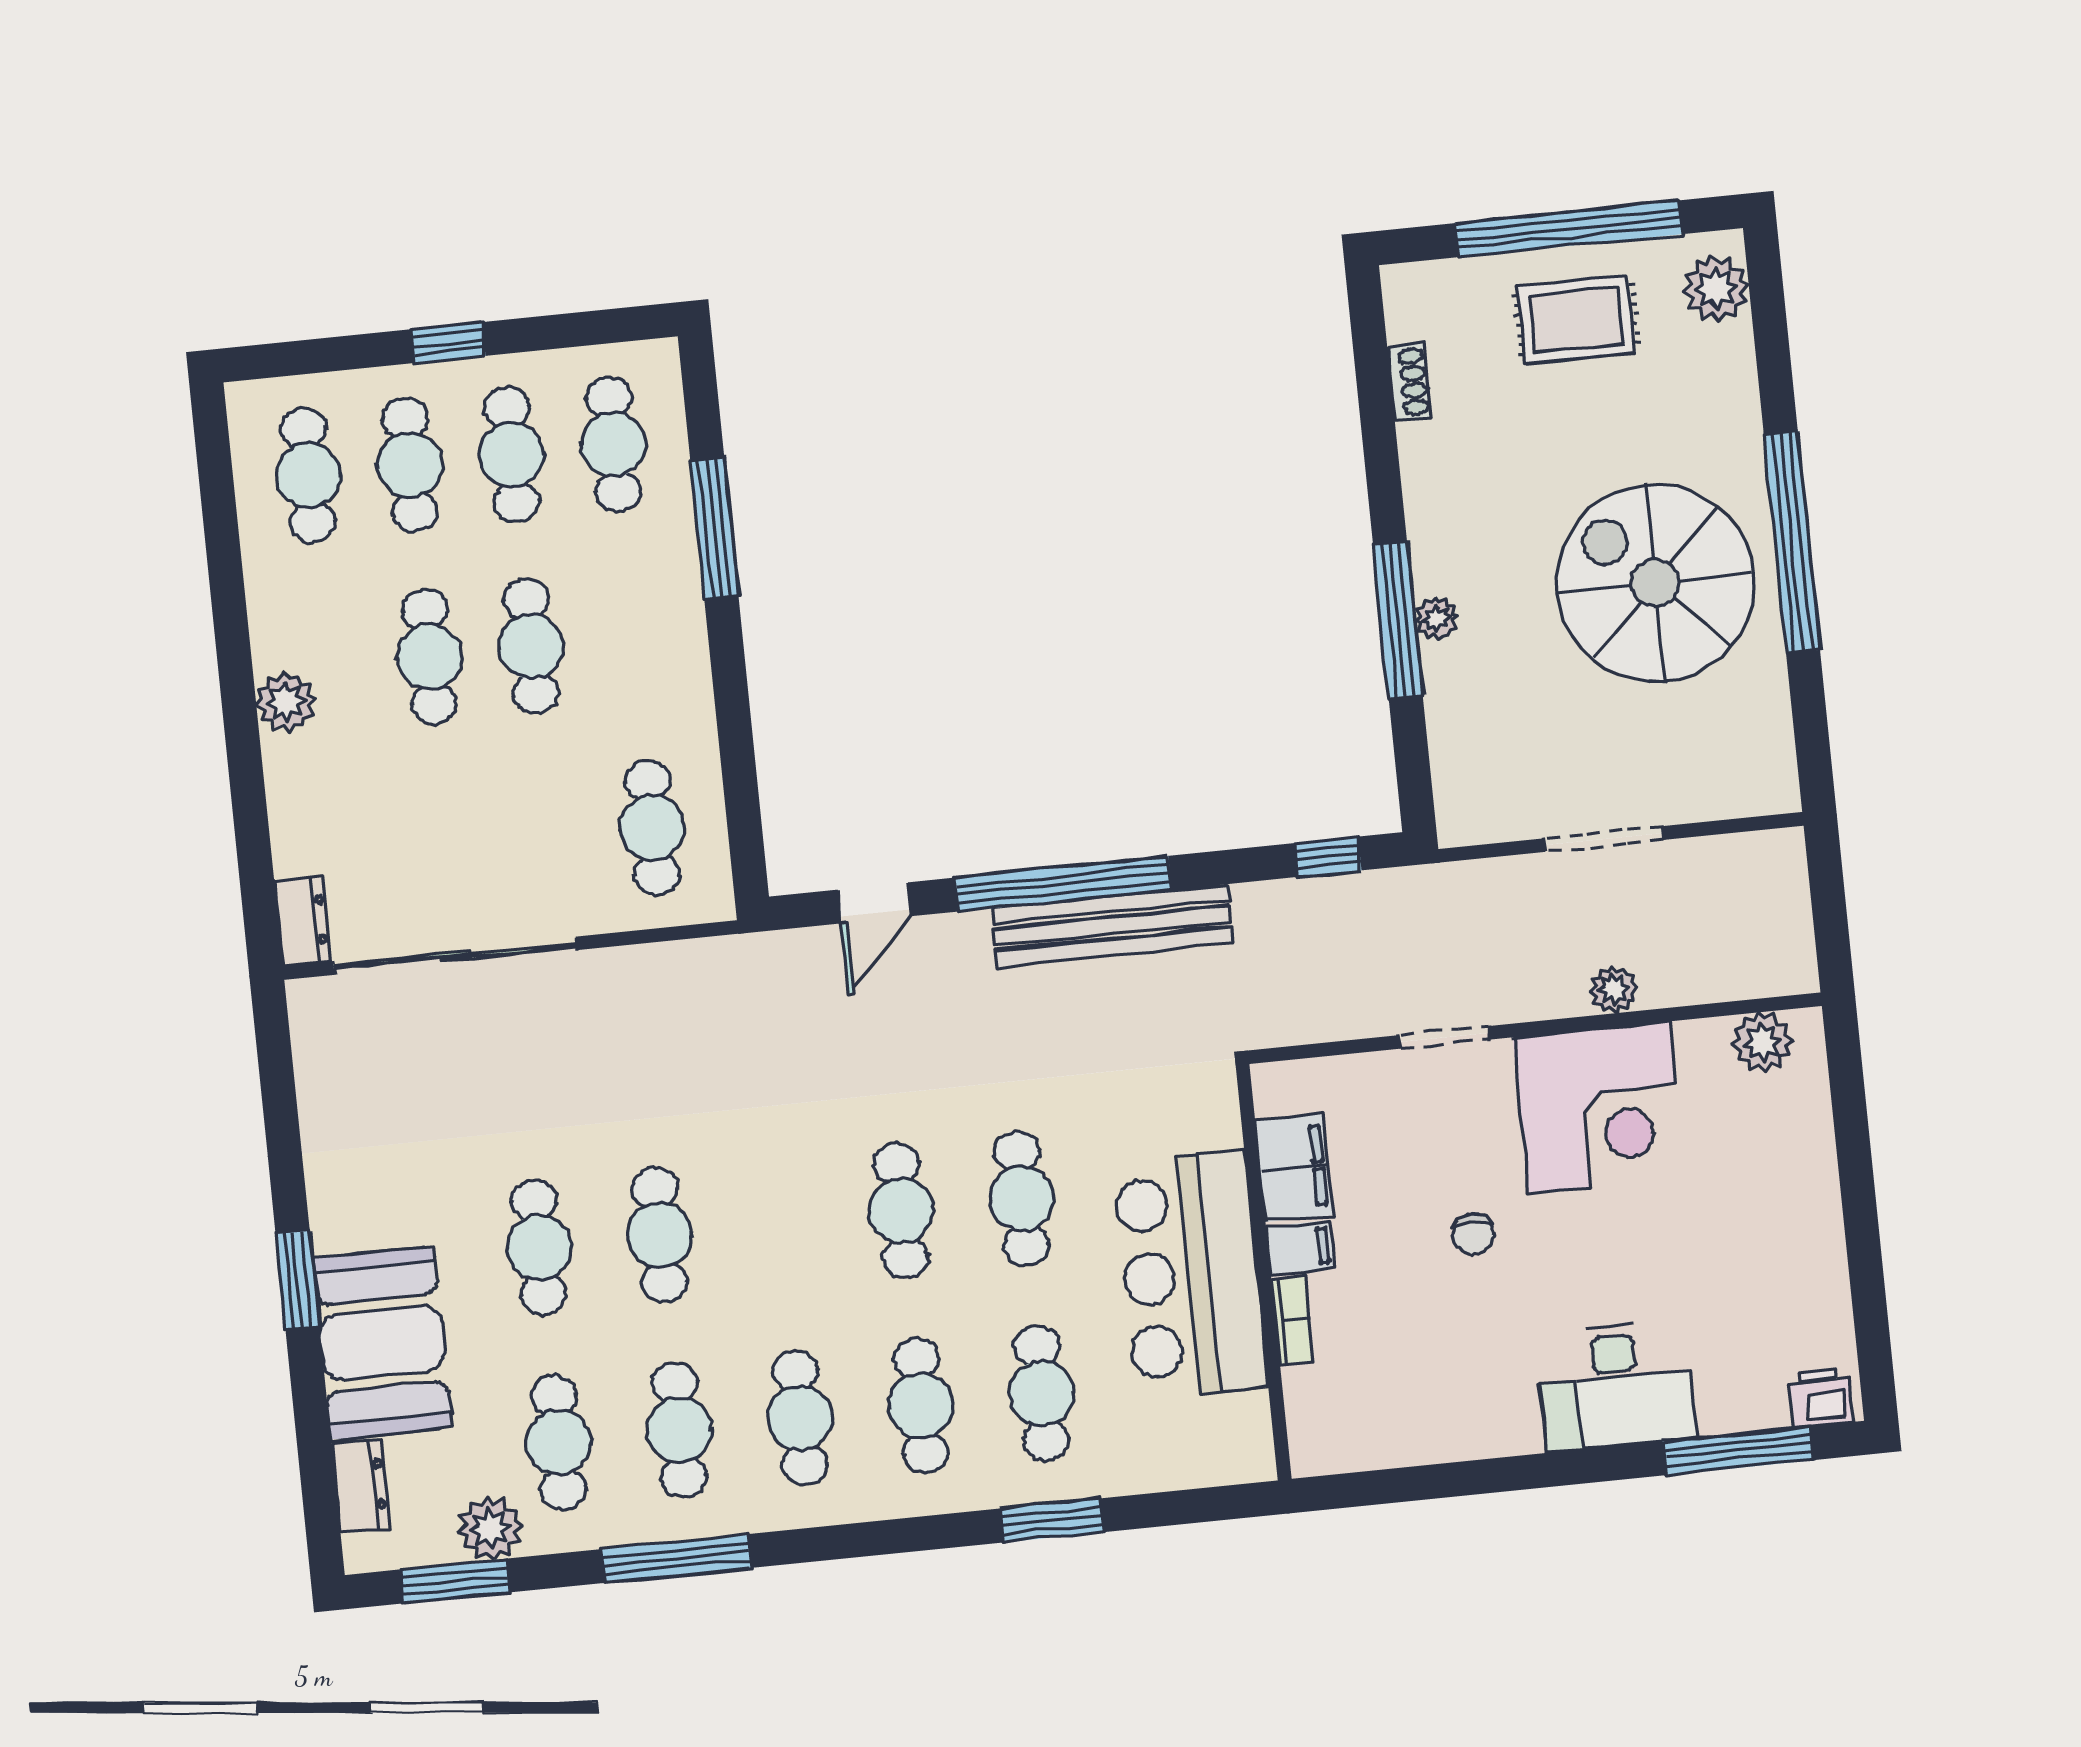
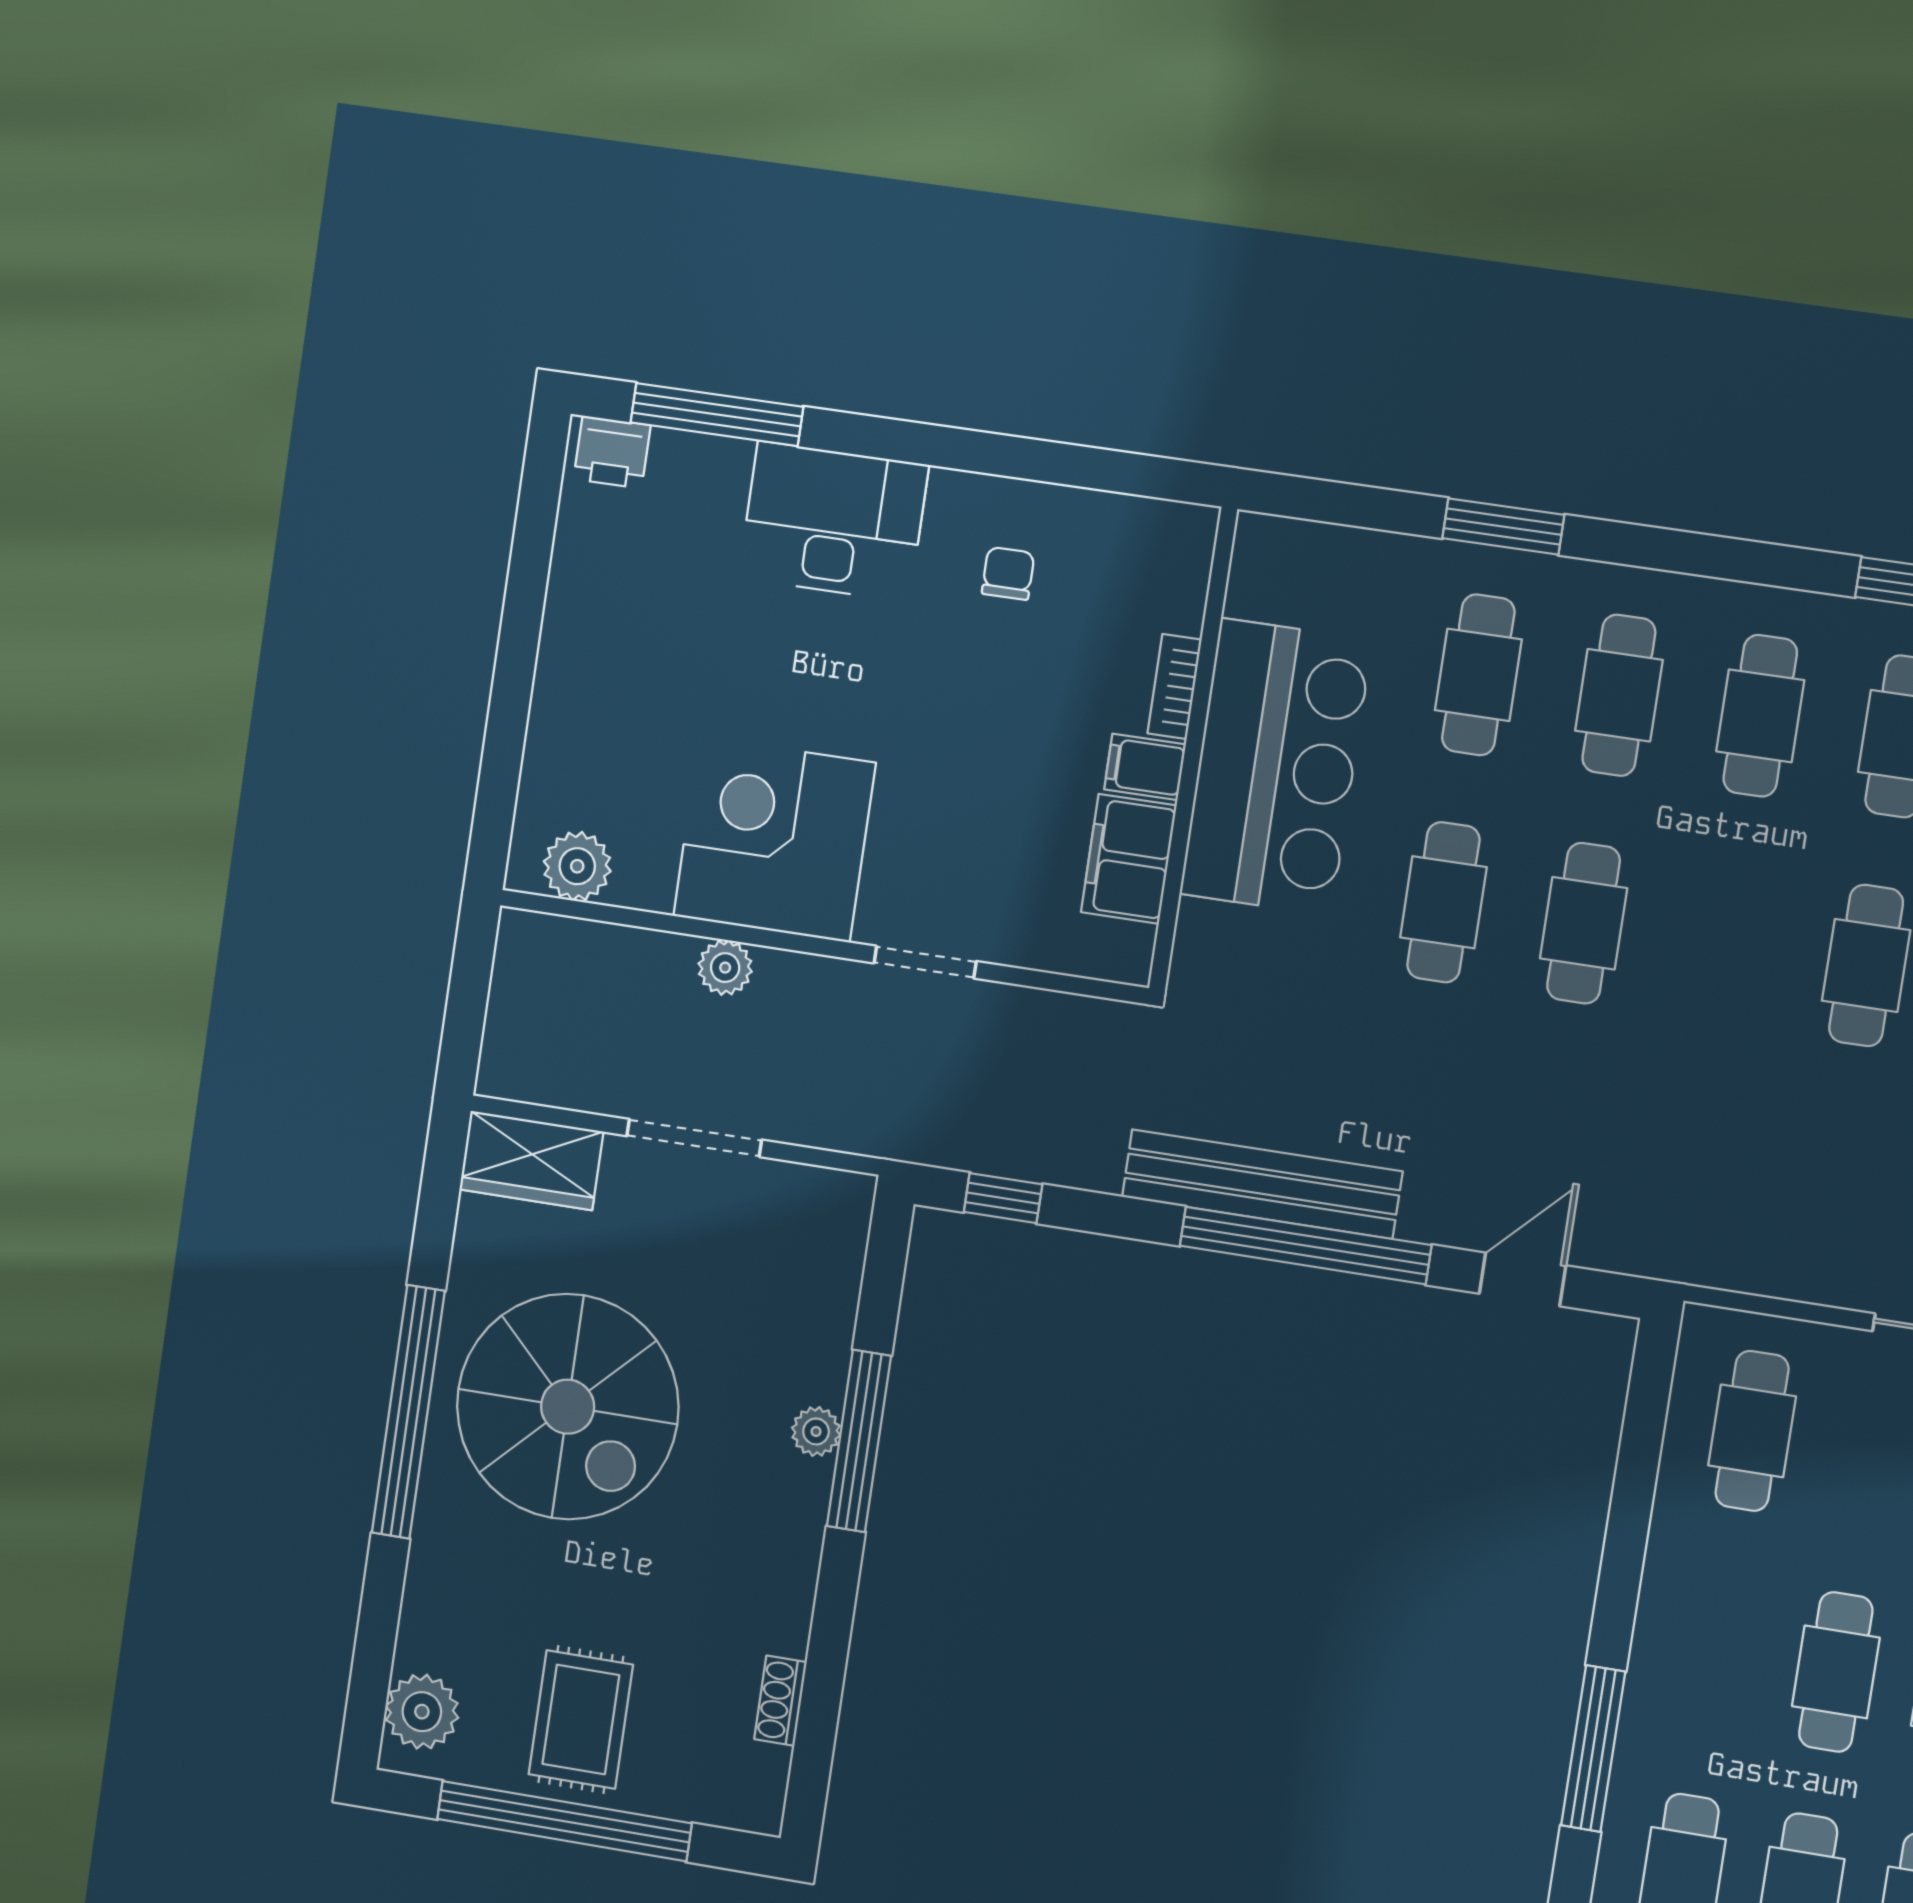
rug: (1576, 320) -> (581, 1719), turned 90
wardrobe: (1739, 784) -> (531, 1161), added
chair: (1473, 1234) -> (1008, 573), moved

